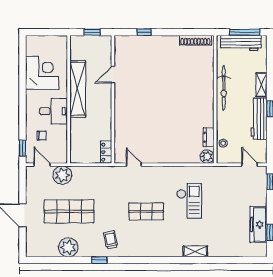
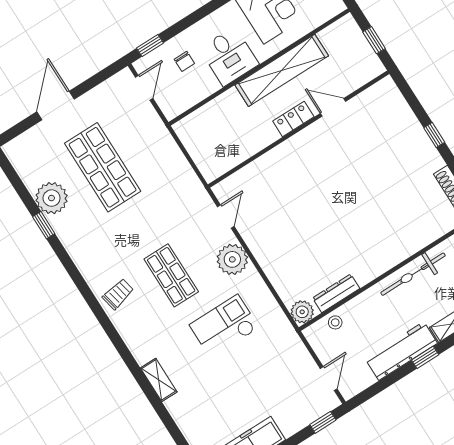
window: (144, 32) -> (434, 135), moved
dresser: (209, 137) -> (336, 293), width x1.44
locker: (106, 152) -> (293, 119), moved
plant: (62, 175) -> (232, 259), moved
checkout: (189, 201) -> (224, 326), turned 180
trolley: (111, 240) -> (118, 294), moved
window: (99, 260) -> (44, 225), moved

